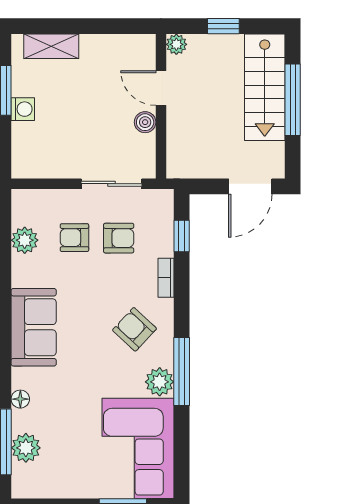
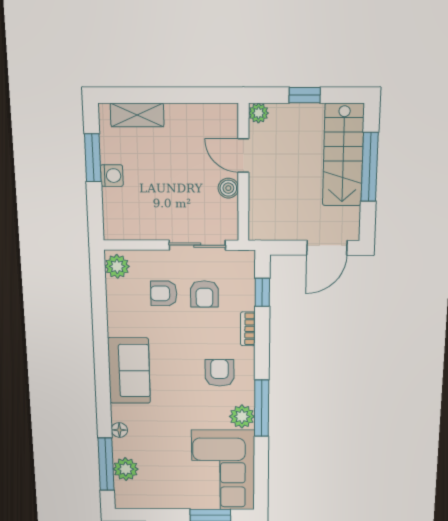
armchair: (119, 238) -> (204, 294), turned 90
plant: (25, 240) -> (117, 266), moved
armchair: (135, 329) -> (219, 373), turned 47

